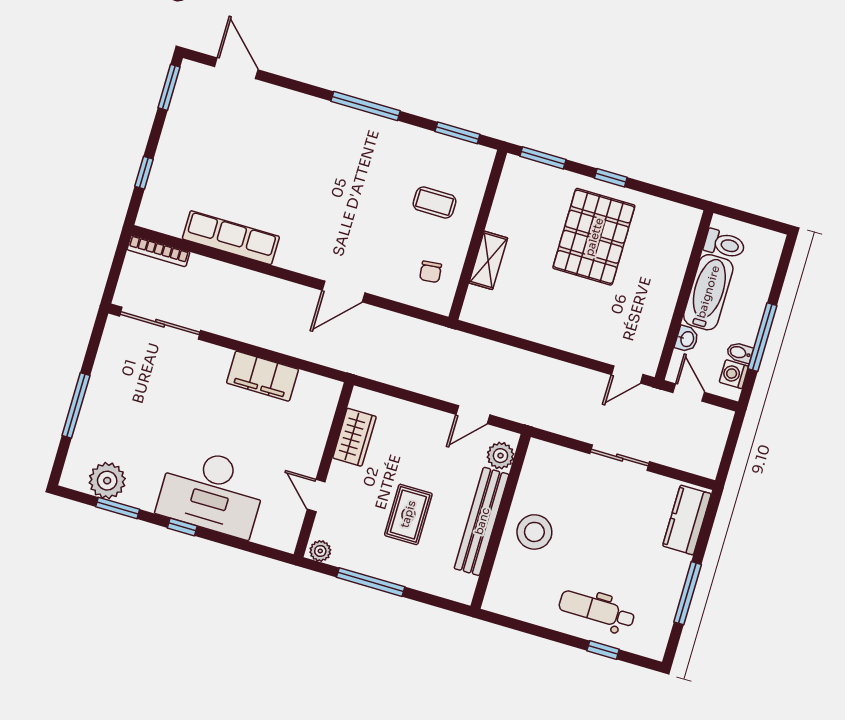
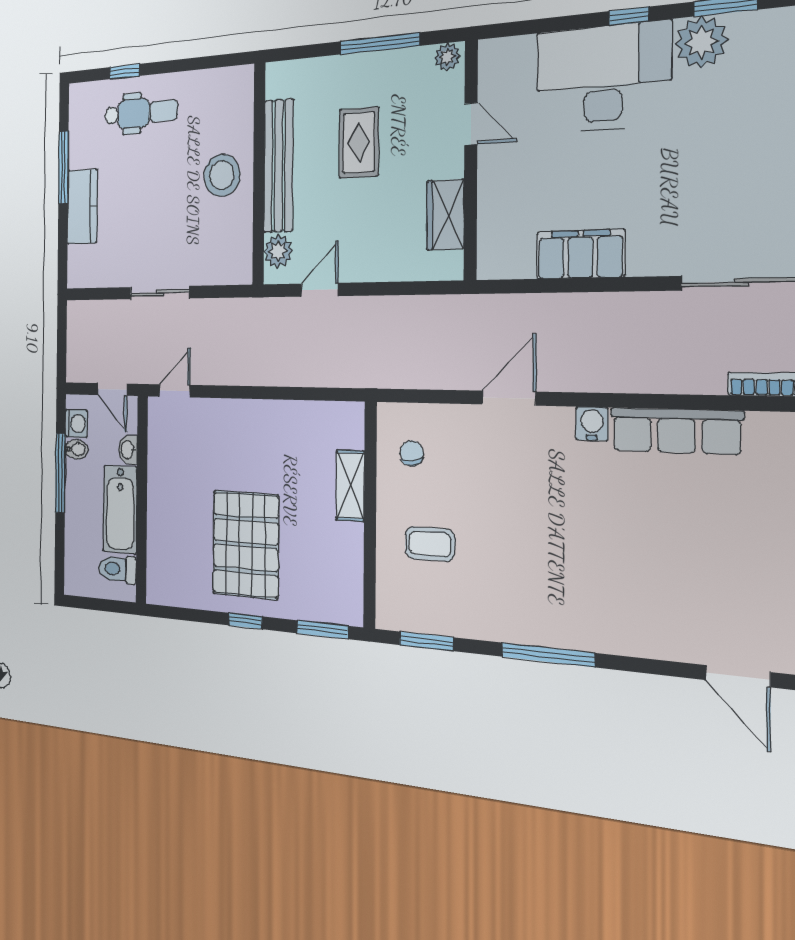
water cooler: (288, 258) -> (592, 424), added
plant: (107, 481) -> (701, 42), moved
kitchen counter: (687, 520) -> (82, 207), moved

